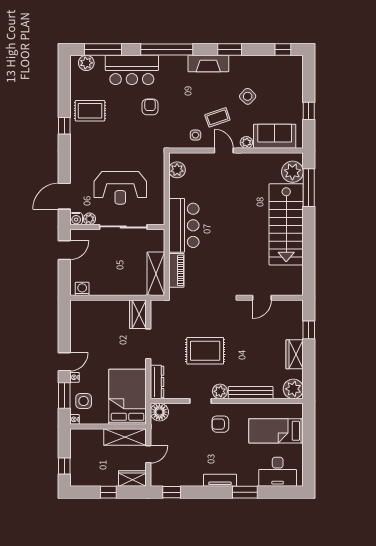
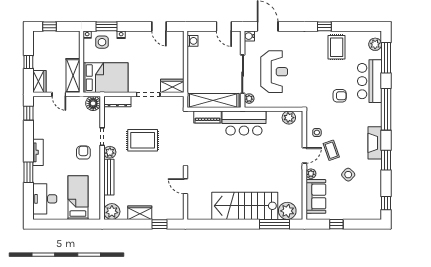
reception desk: (120, 188) -> (274, 72), turned 180
plant: (90, 219) -> (249, 99), moved
shelving: (156, 274) -> (213, 100), width x1.47
rug: (205, 351) -> (143, 140), turned 90
door: (64, 362) -> (159, 26), moved

